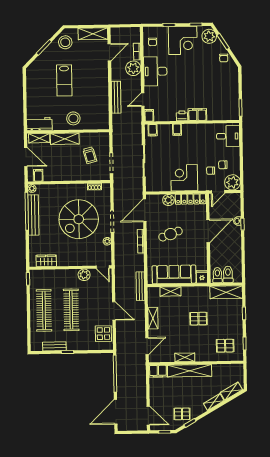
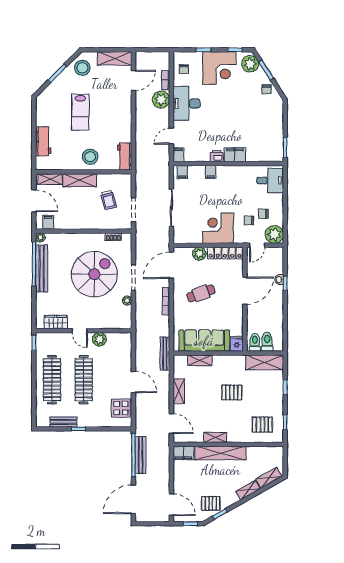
bench: (116, 97) -> (140, 455), moved
workbench: (103, 118) -> (125, 156), added
workbench: (39, 124) -> (43, 141), moved, turned 90
spiral stairs: (79, 219) -> (94, 274), turned 180
door: (103, 267) -> (80, 331), moved
door: (147, 346) -> (171, 424), hinge flipped

